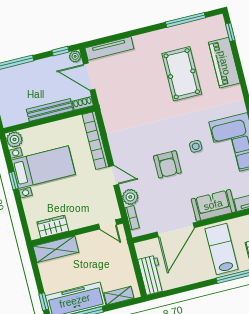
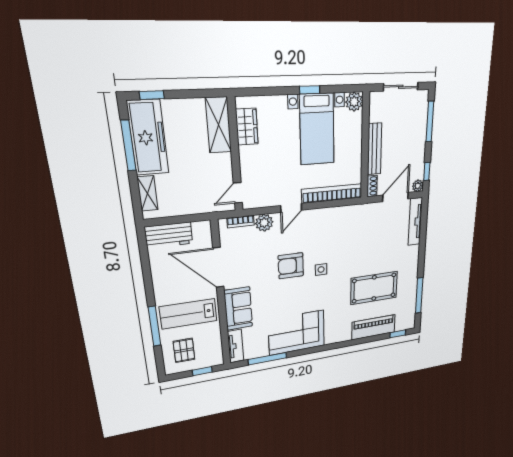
side table: (196, 146) -> (321, 269), moved
lab bench: (222, 249) -> (188, 314), turned 180

